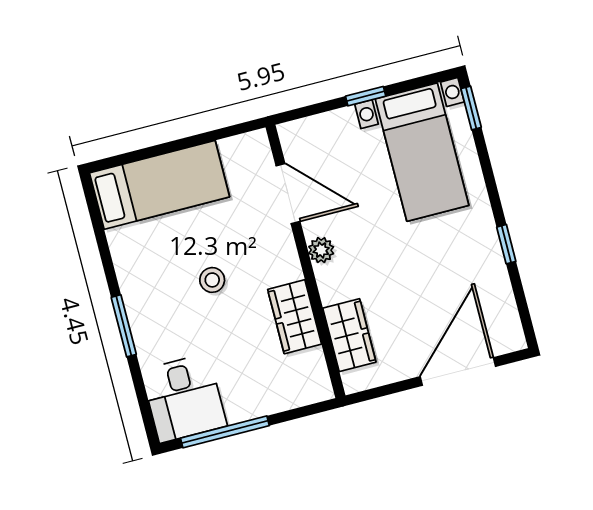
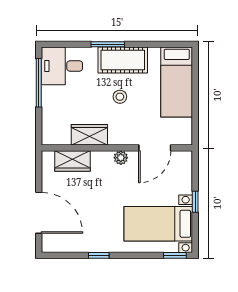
cot: (145, 292) -> (123, 60), added

